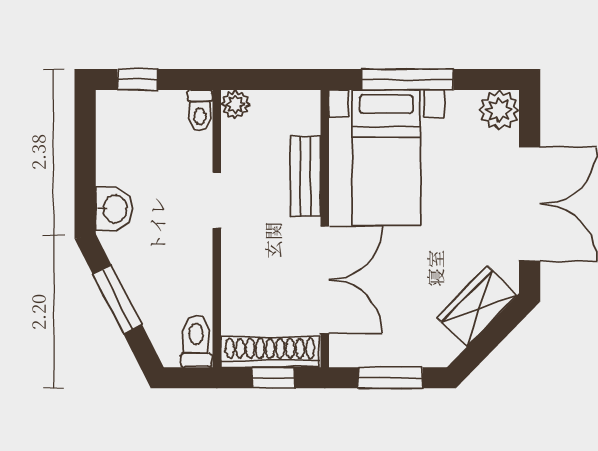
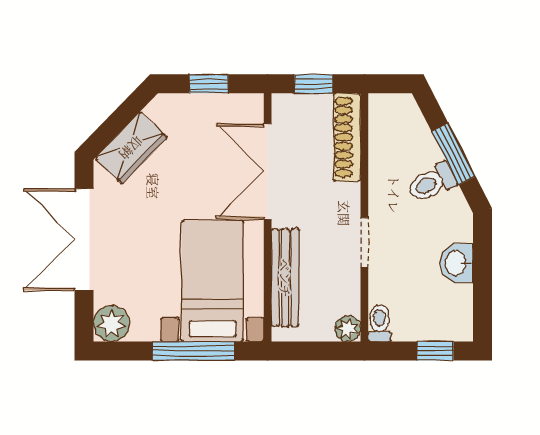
bench: (305, 176) -> (285, 278), width x1.36
washbasin: (114, 209) -> (456, 263), moved
toilet: (196, 341) -> (432, 183), moved, turned 63
shoe rack: (270, 352) -> (347, 137), moved, turned 90
window: (390, 378) -> (209, 84), width x0.67

